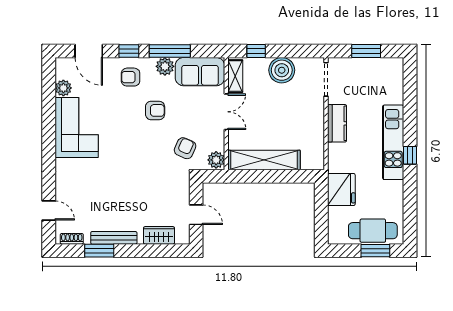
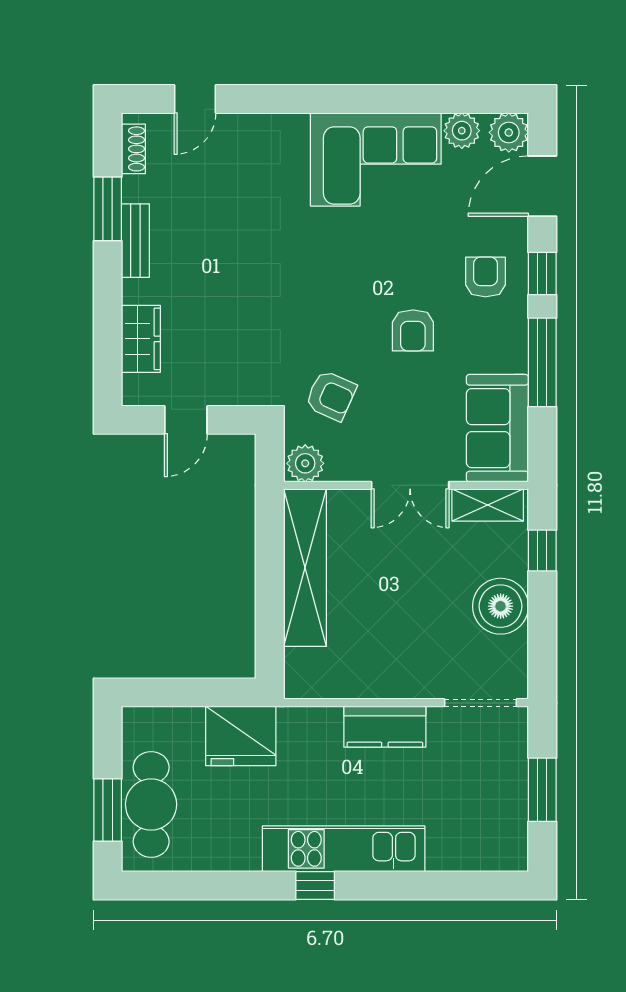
plant: (165, 66) -> (509, 132), moved
bench: (114, 238) -> (135, 241), width x0.73

